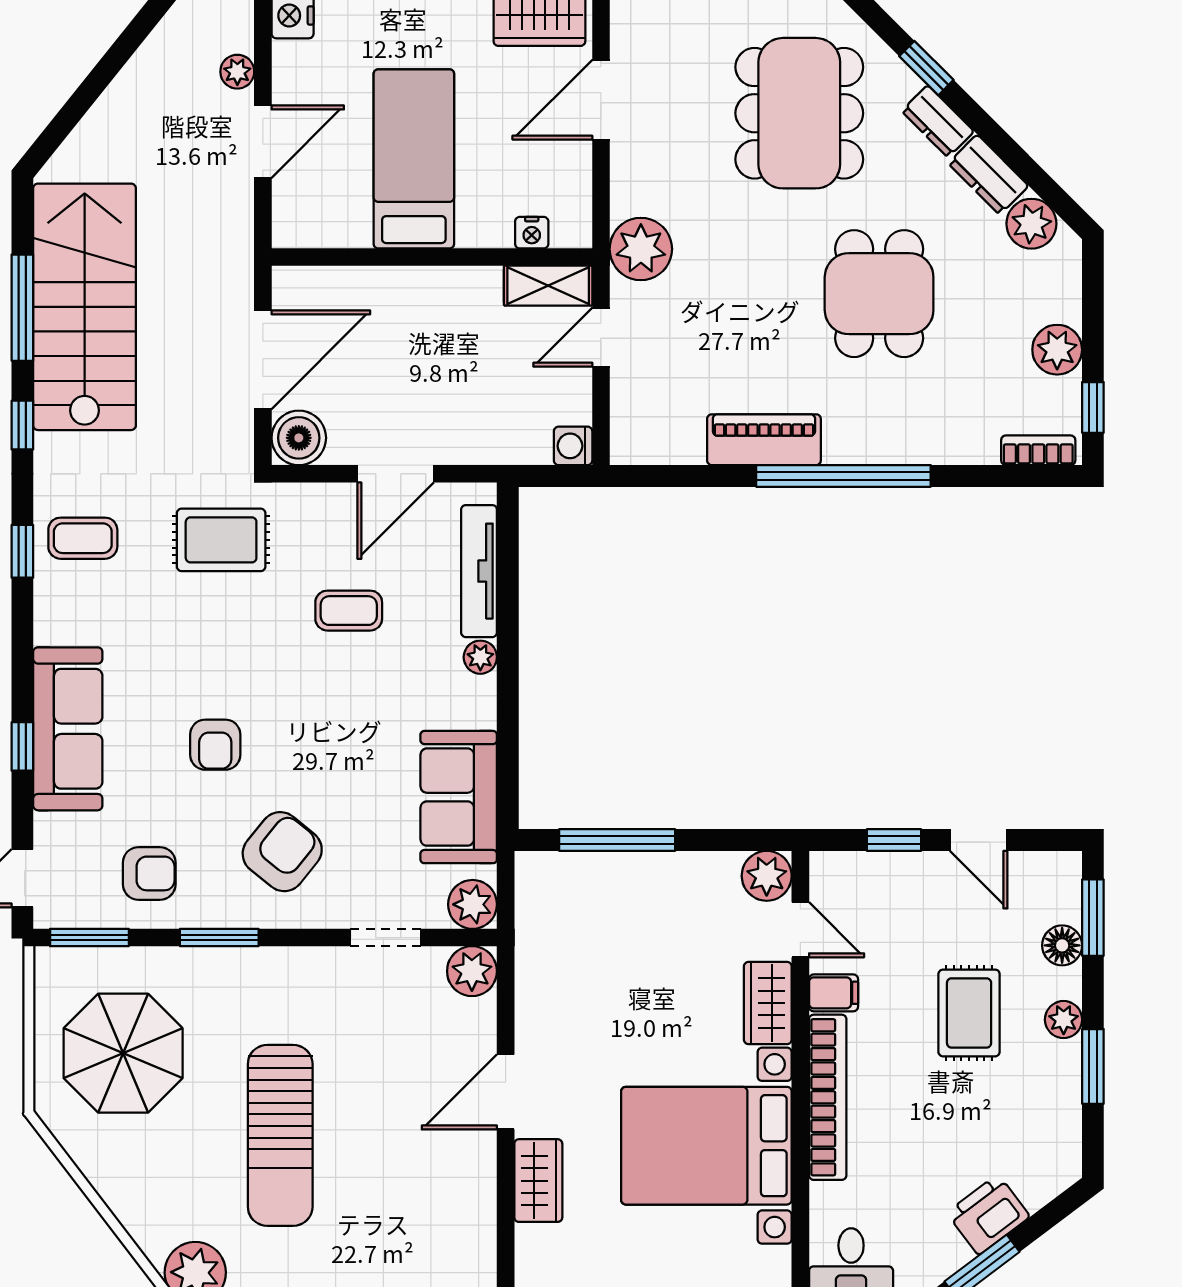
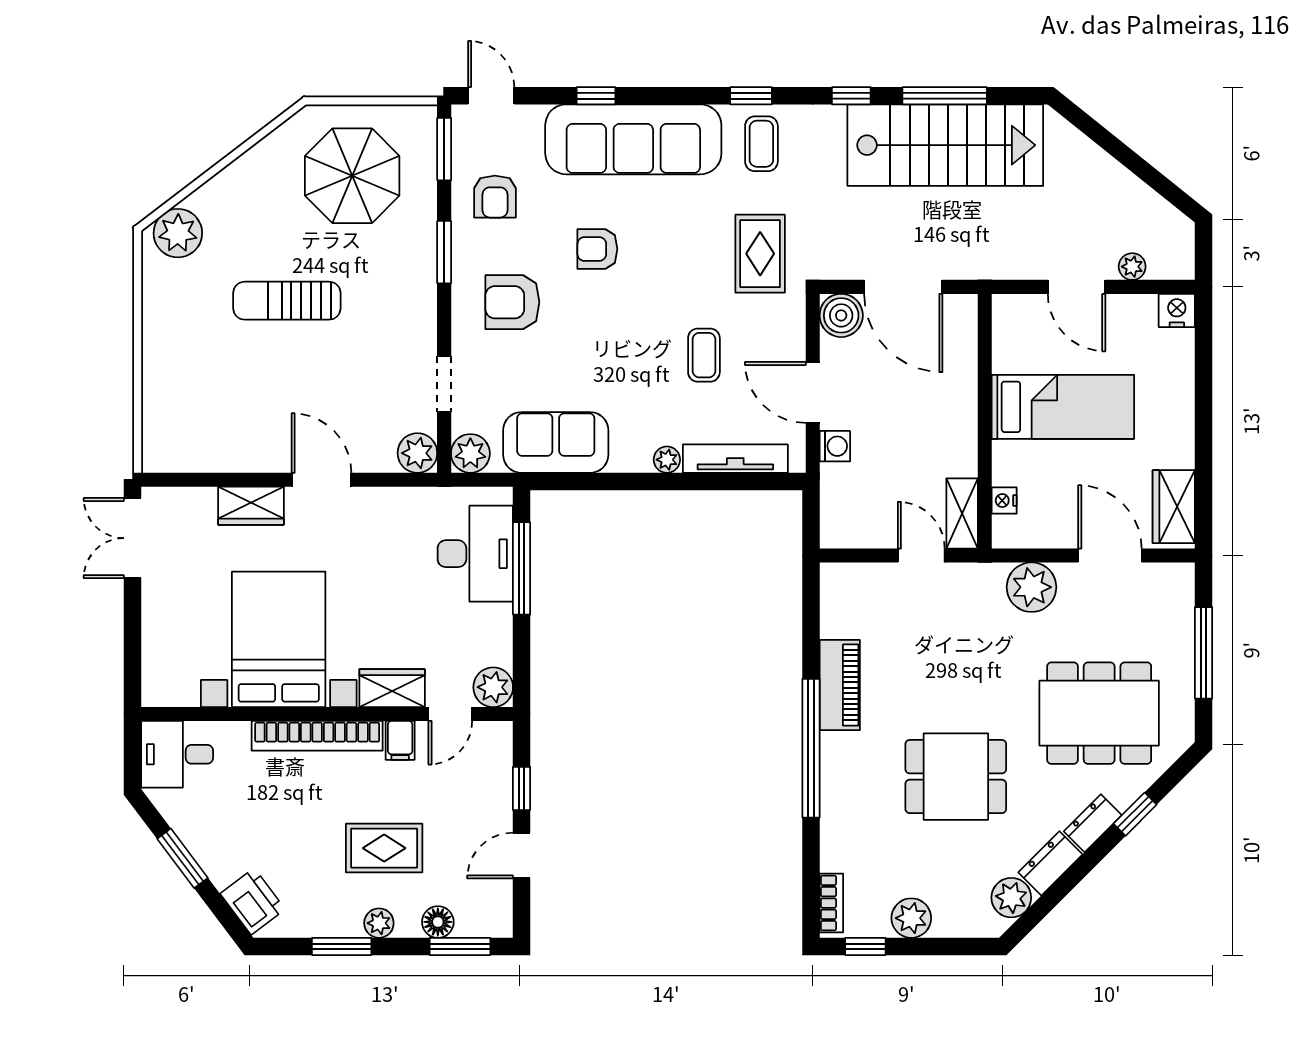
plant: (641, 249) -> (1032, 587), moved
washing machine: (573, 446) -> (835, 446), moved, turned 90
sofa: (68, 729) -> (633, 139), width x1.36, depth x1.27
armchair: (282, 852) -> (512, 302), turned 141
desk: (599, 898) -> (475, 554), added
sun lounger: (280, 1135) -> (287, 301), width x0.73, depth x0.75
printer: (988, 1215) -> (253, 901), moved

